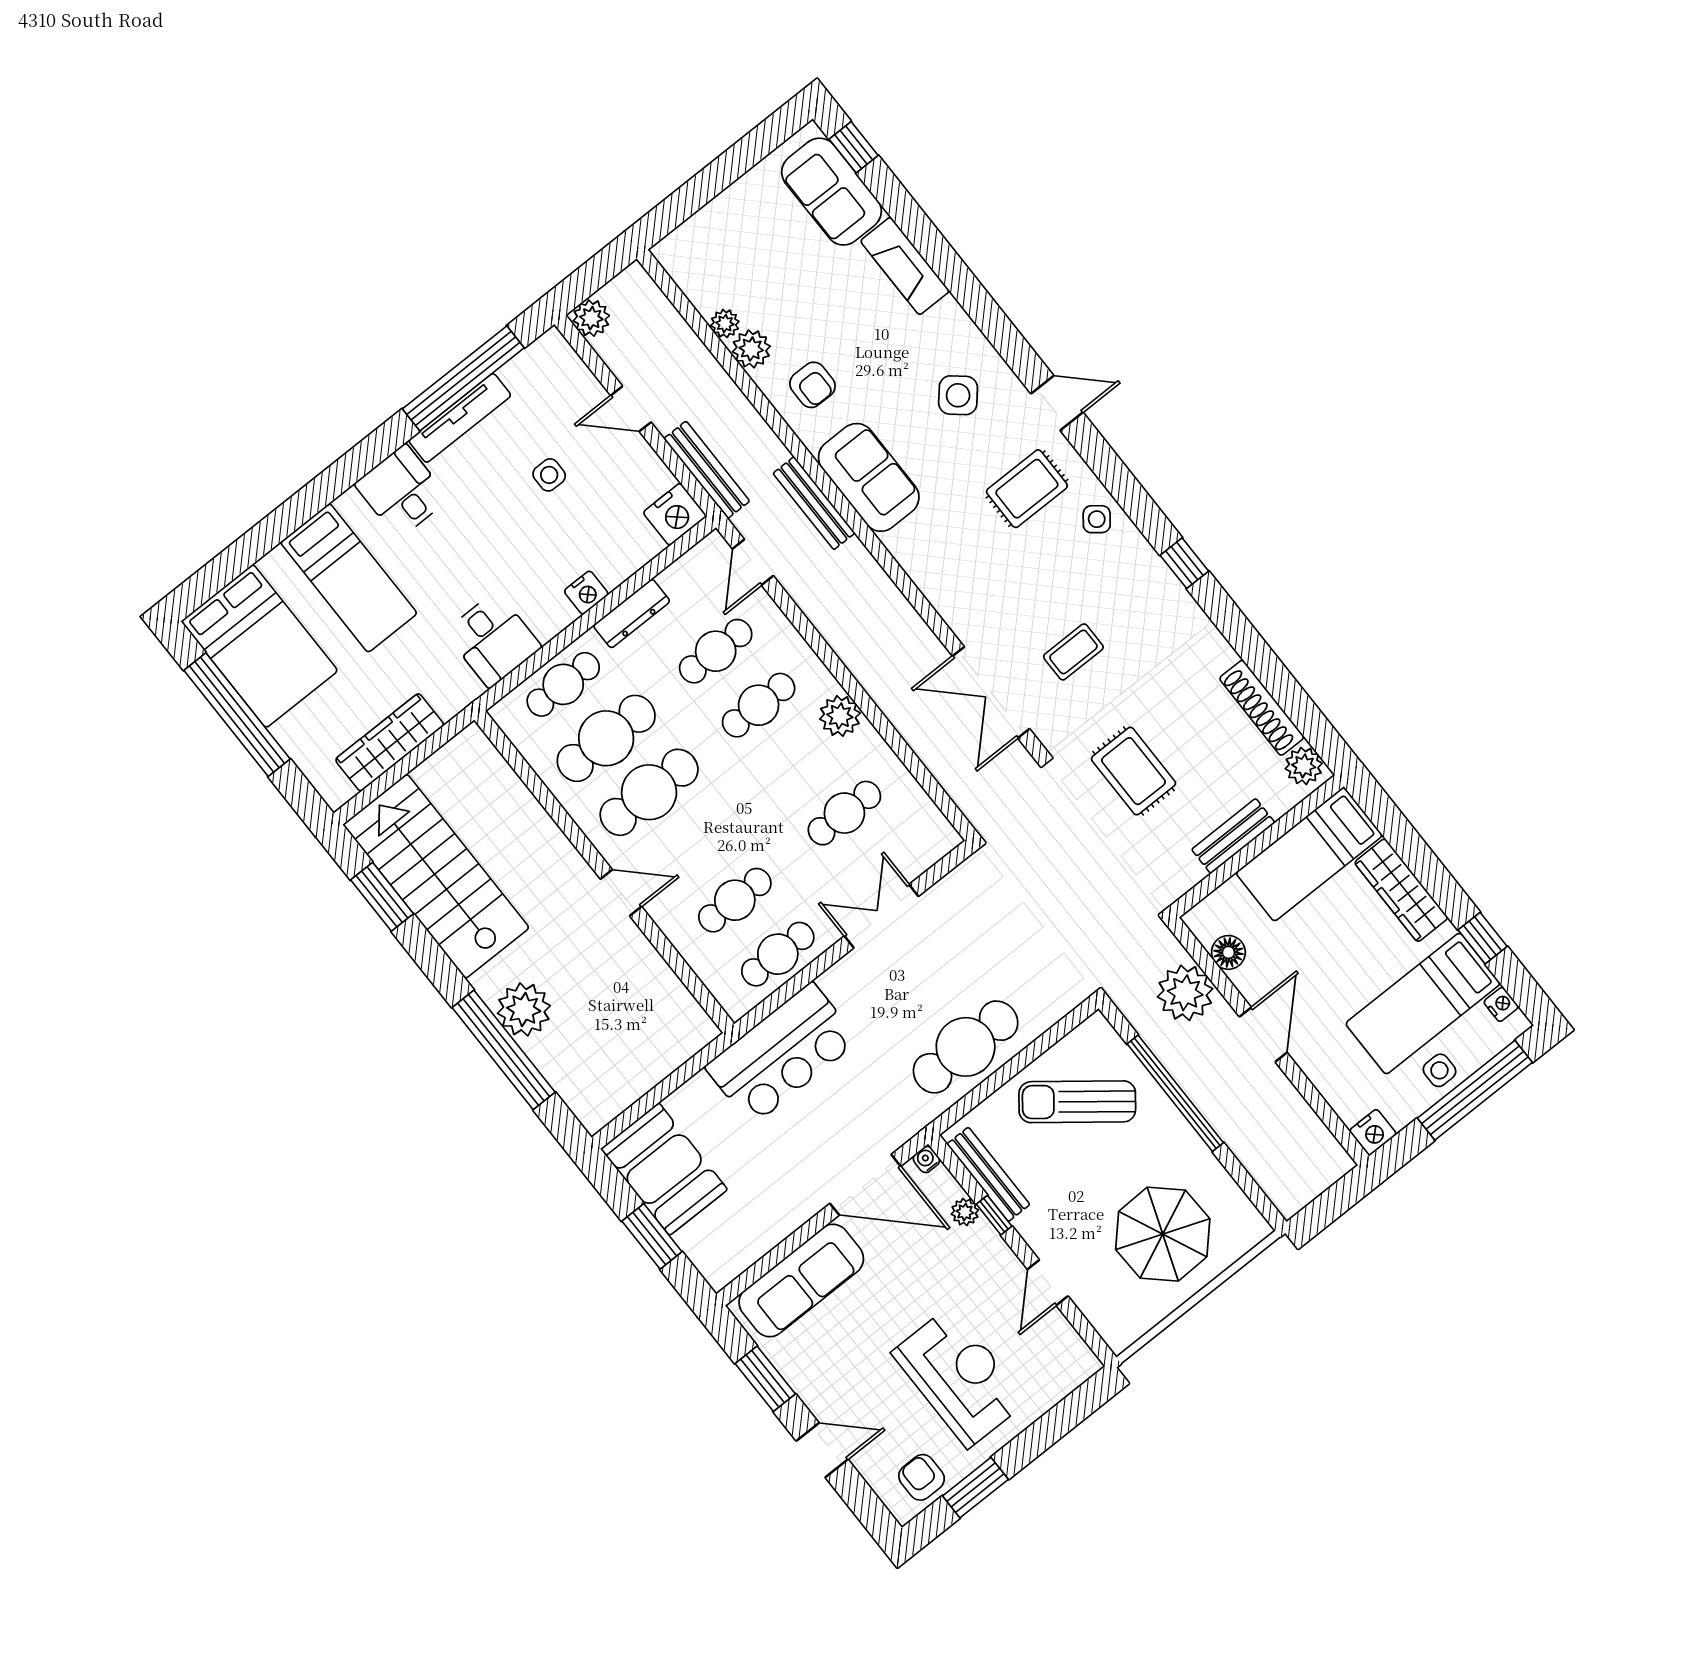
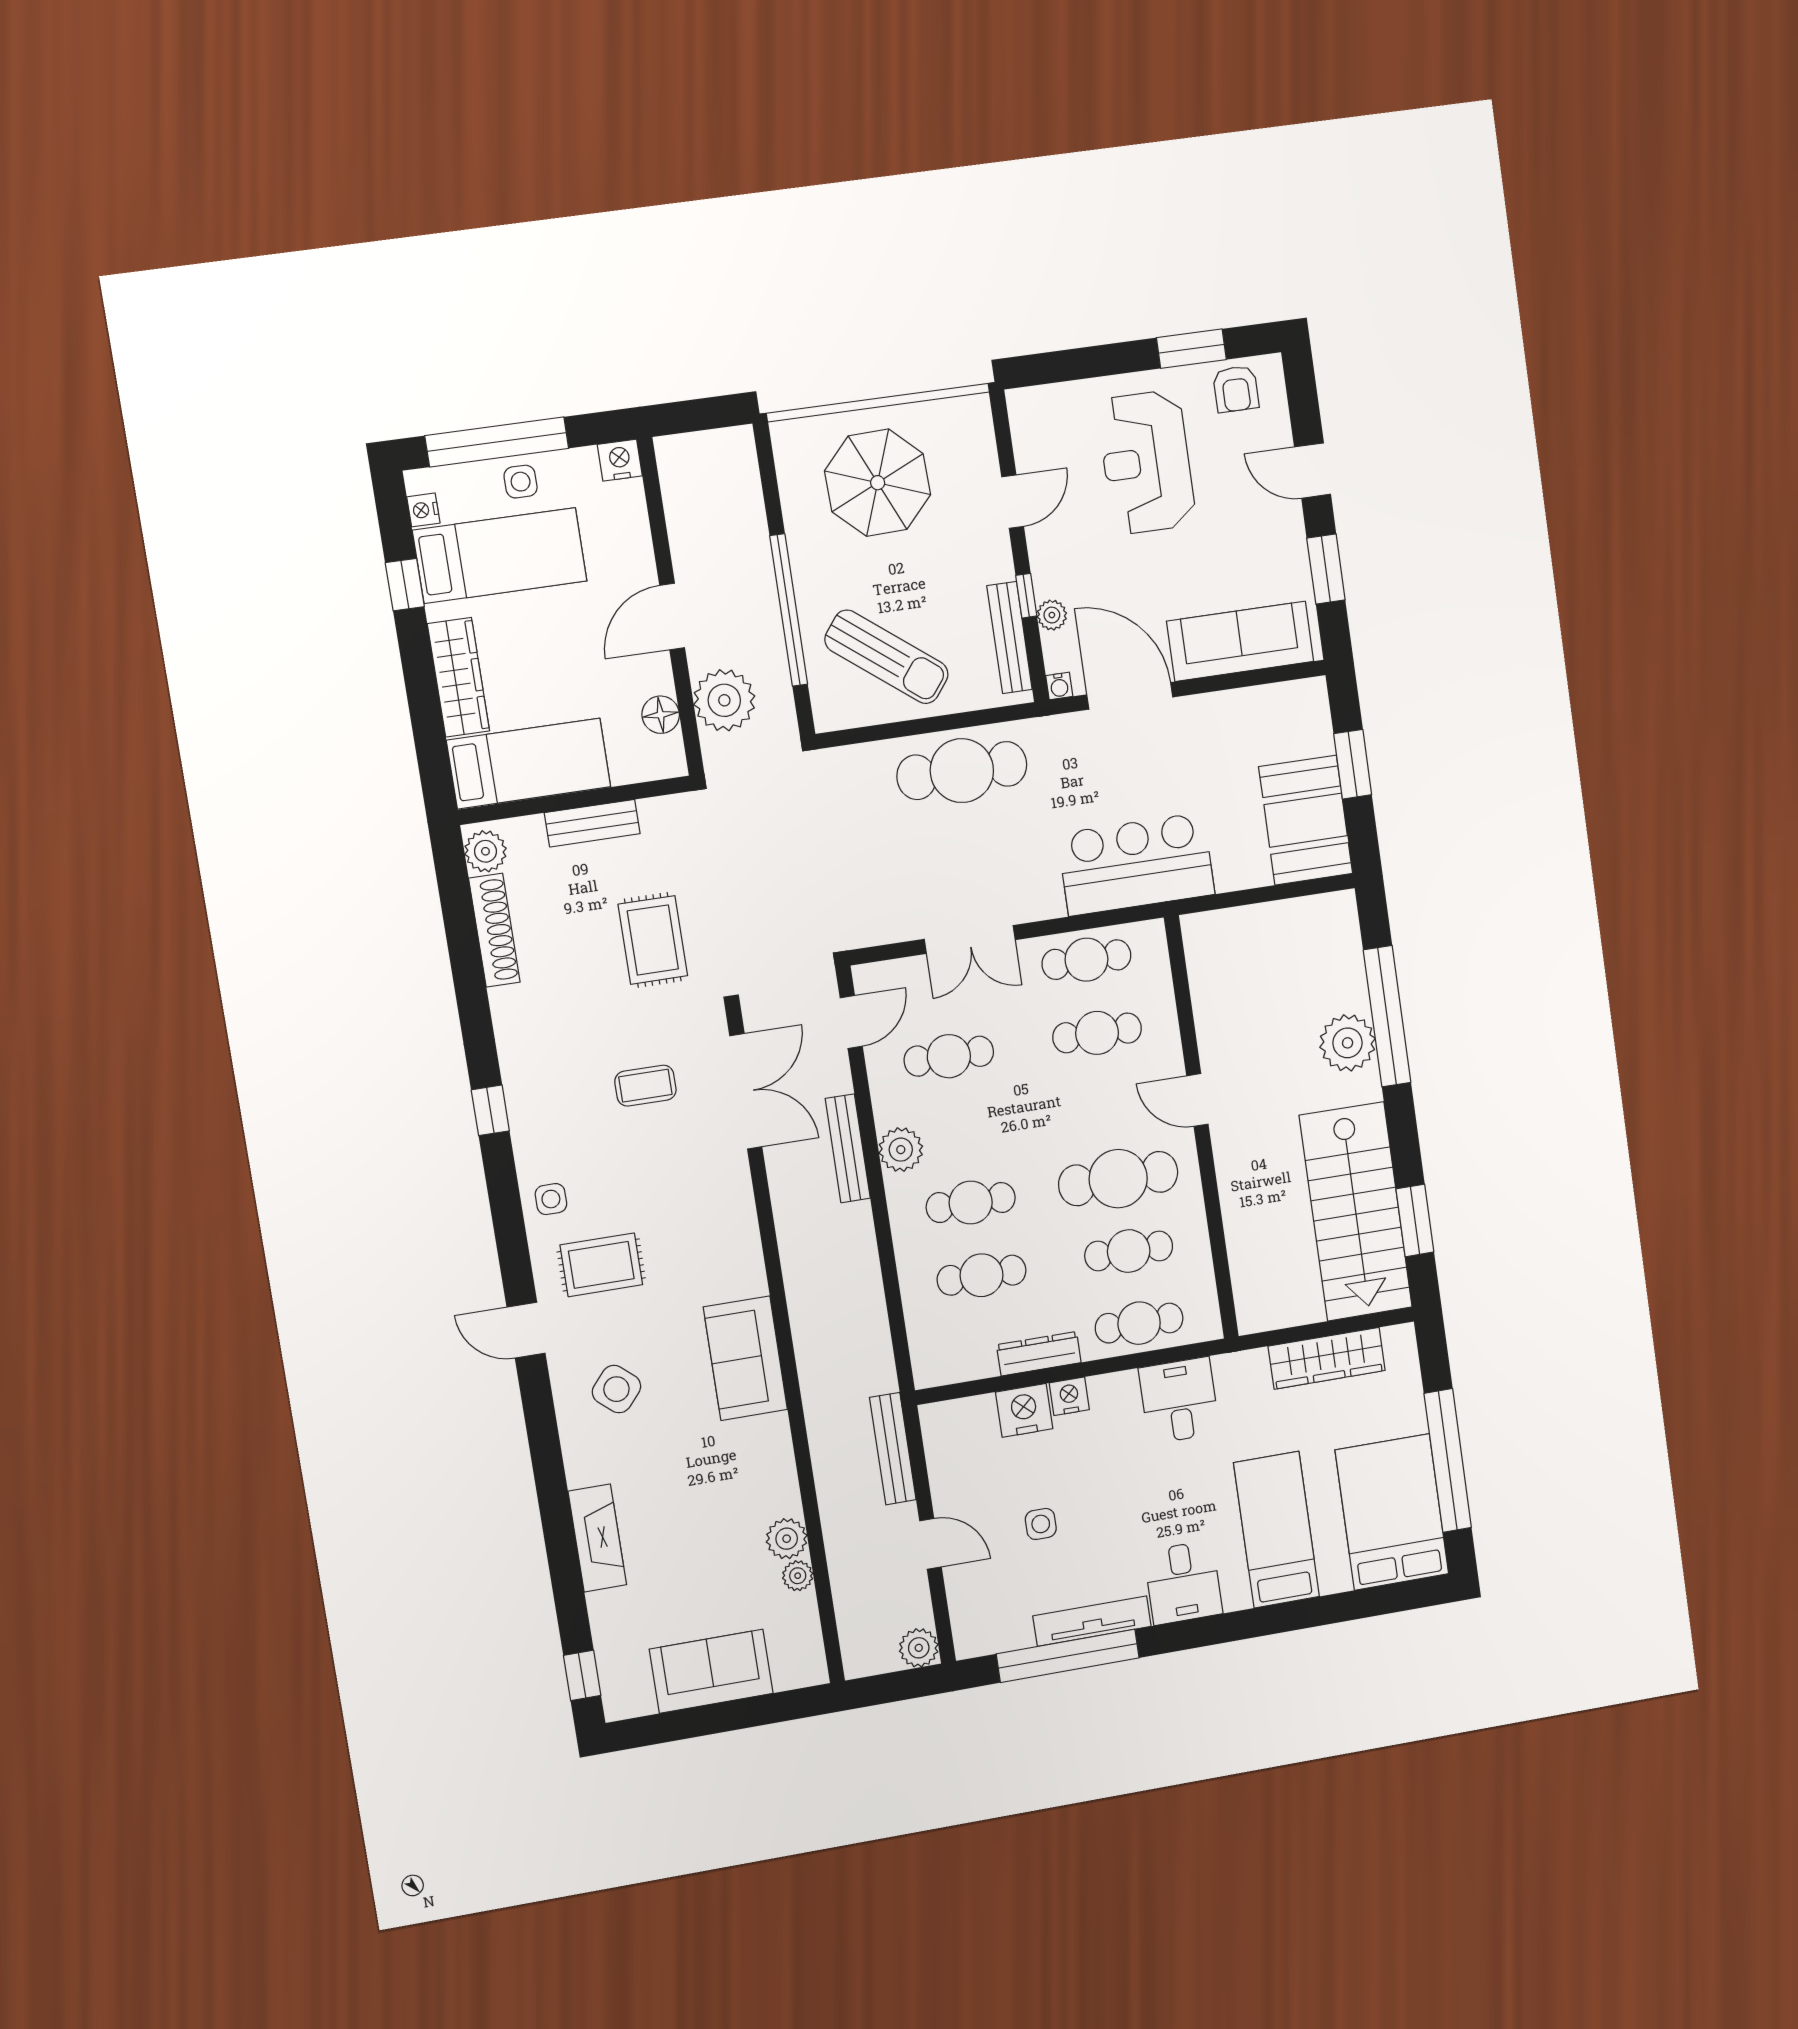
sofa: (831, 192) -> (711, 1671), moved, turned -90
armchair: (812, 385) -> (749, 1474), removed
bench: (814, 503) -> (848, 1148), moved
nightstand: (675, 514) -> (1024, 1410), moved
side table: (1097, 519) -> (551, 1199), turned -38
door: (753, 562) -> (851, 1022), moved
cafe table: (606, 738) -> (1129, 1251), width x0.73, depth x0.74

